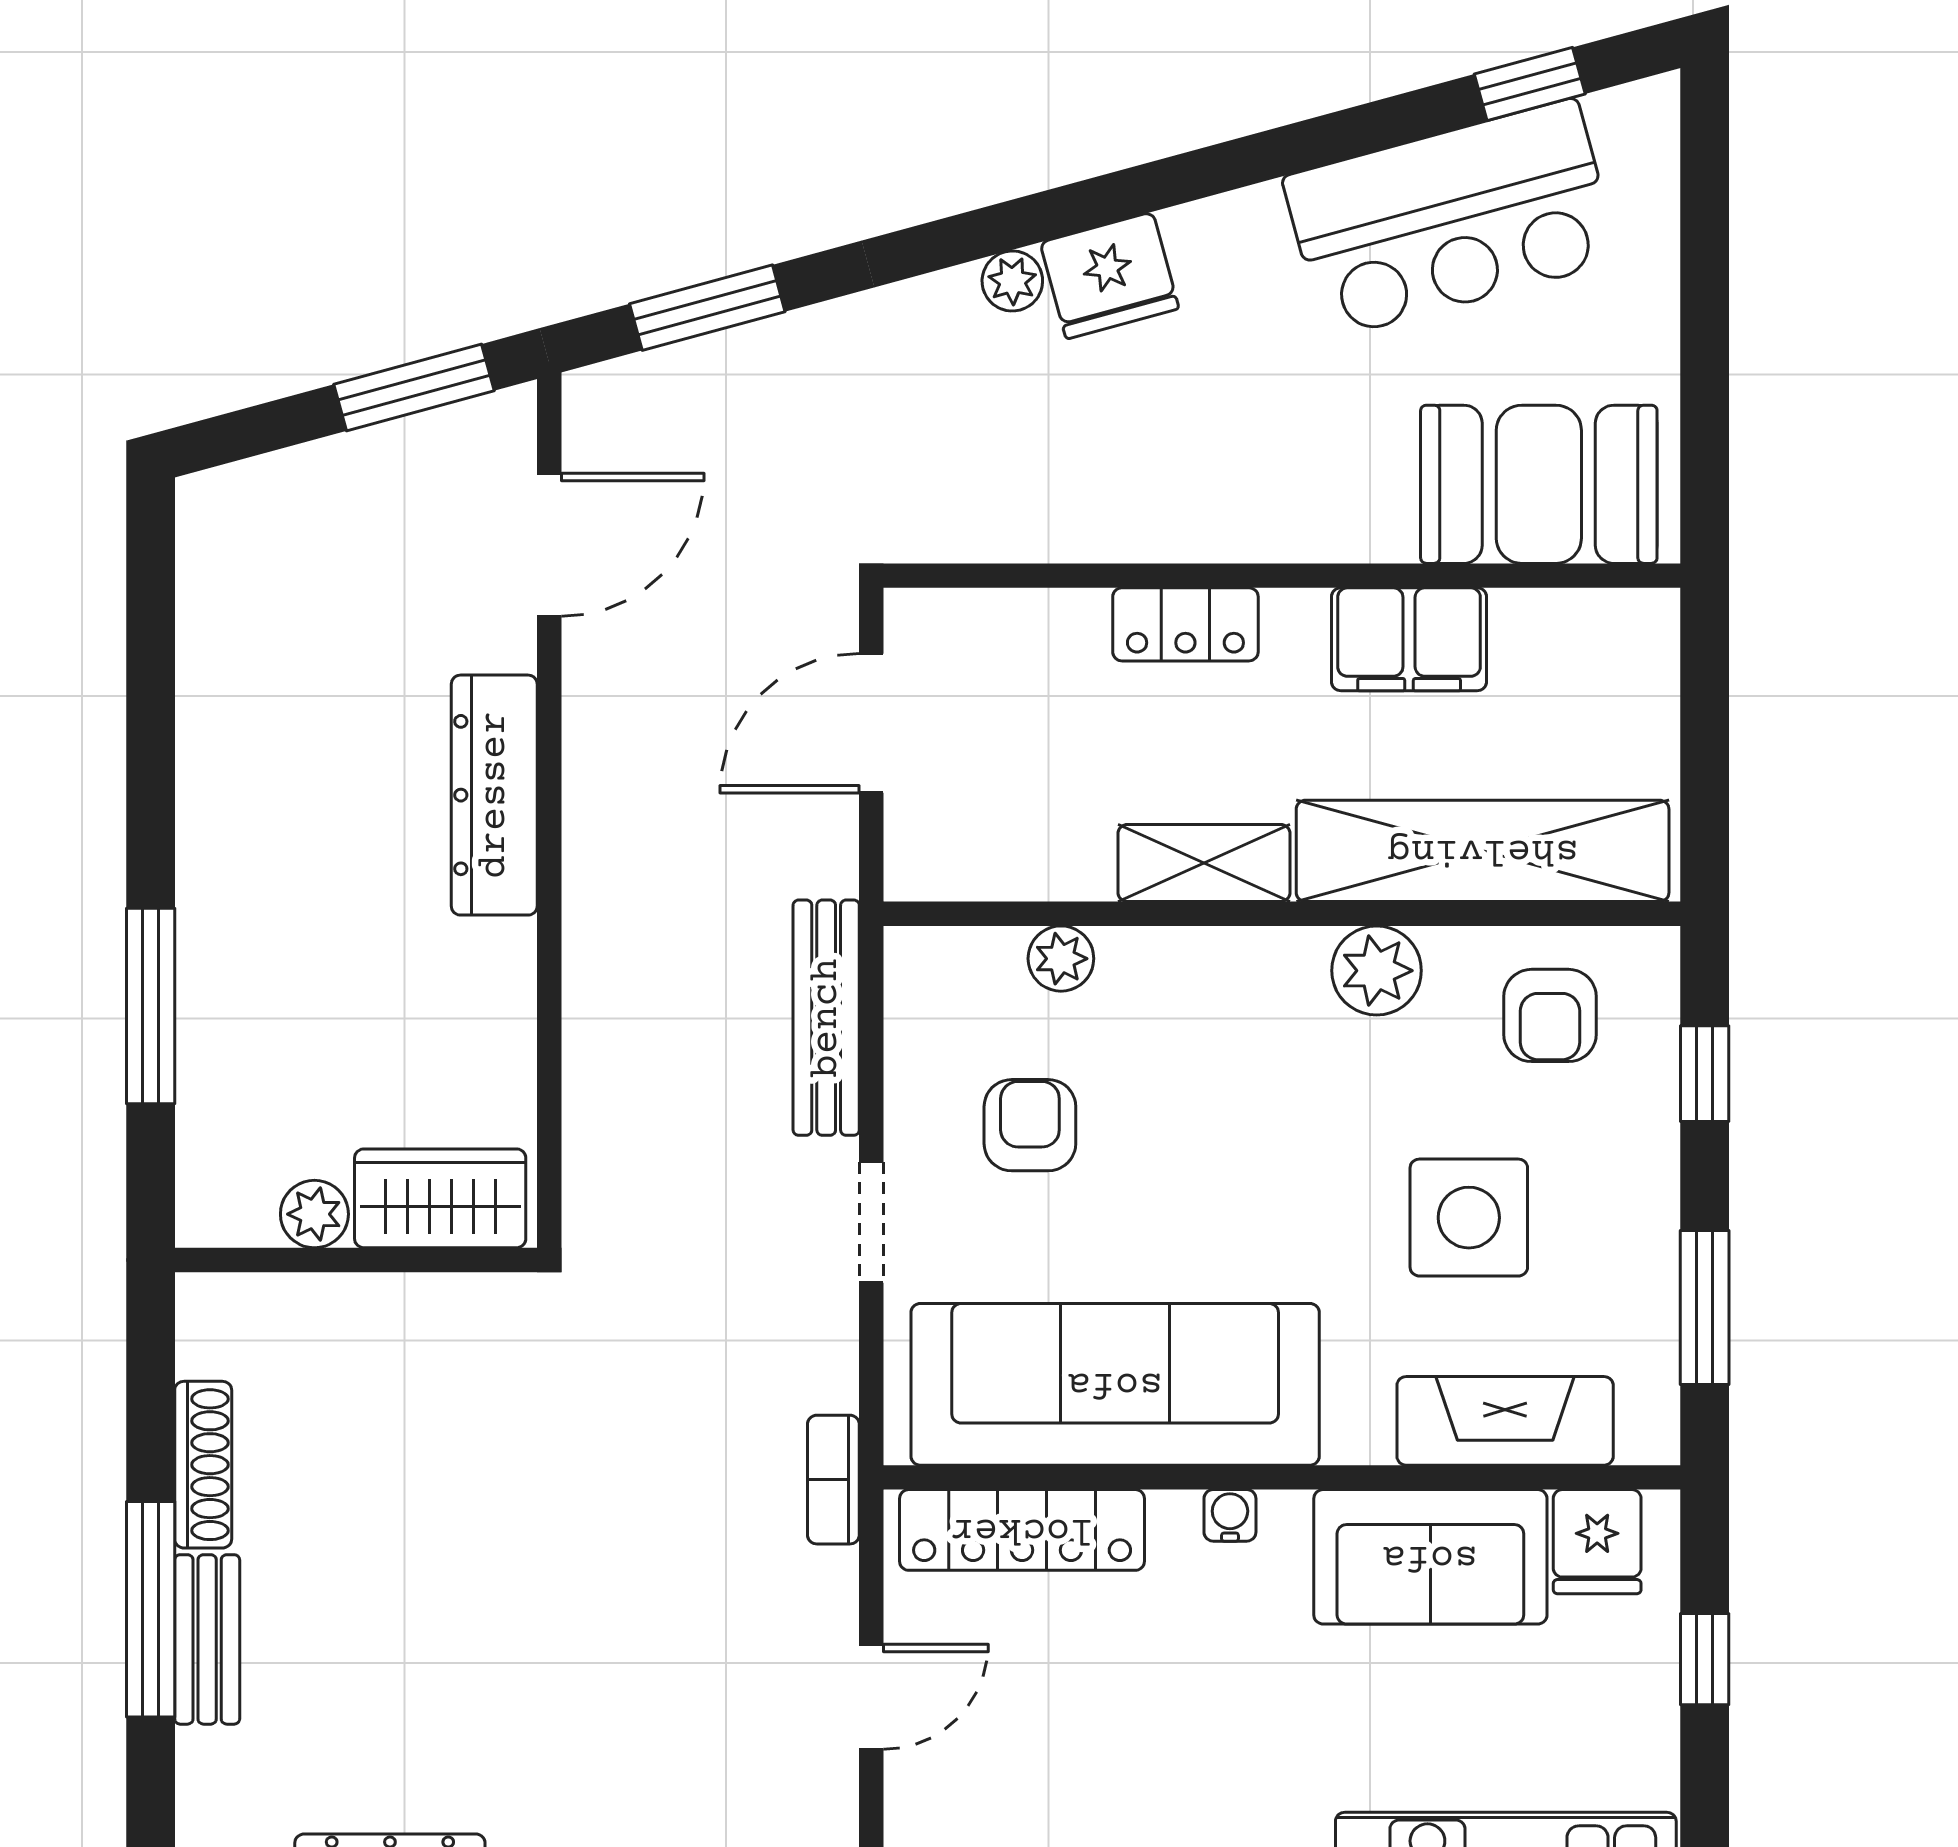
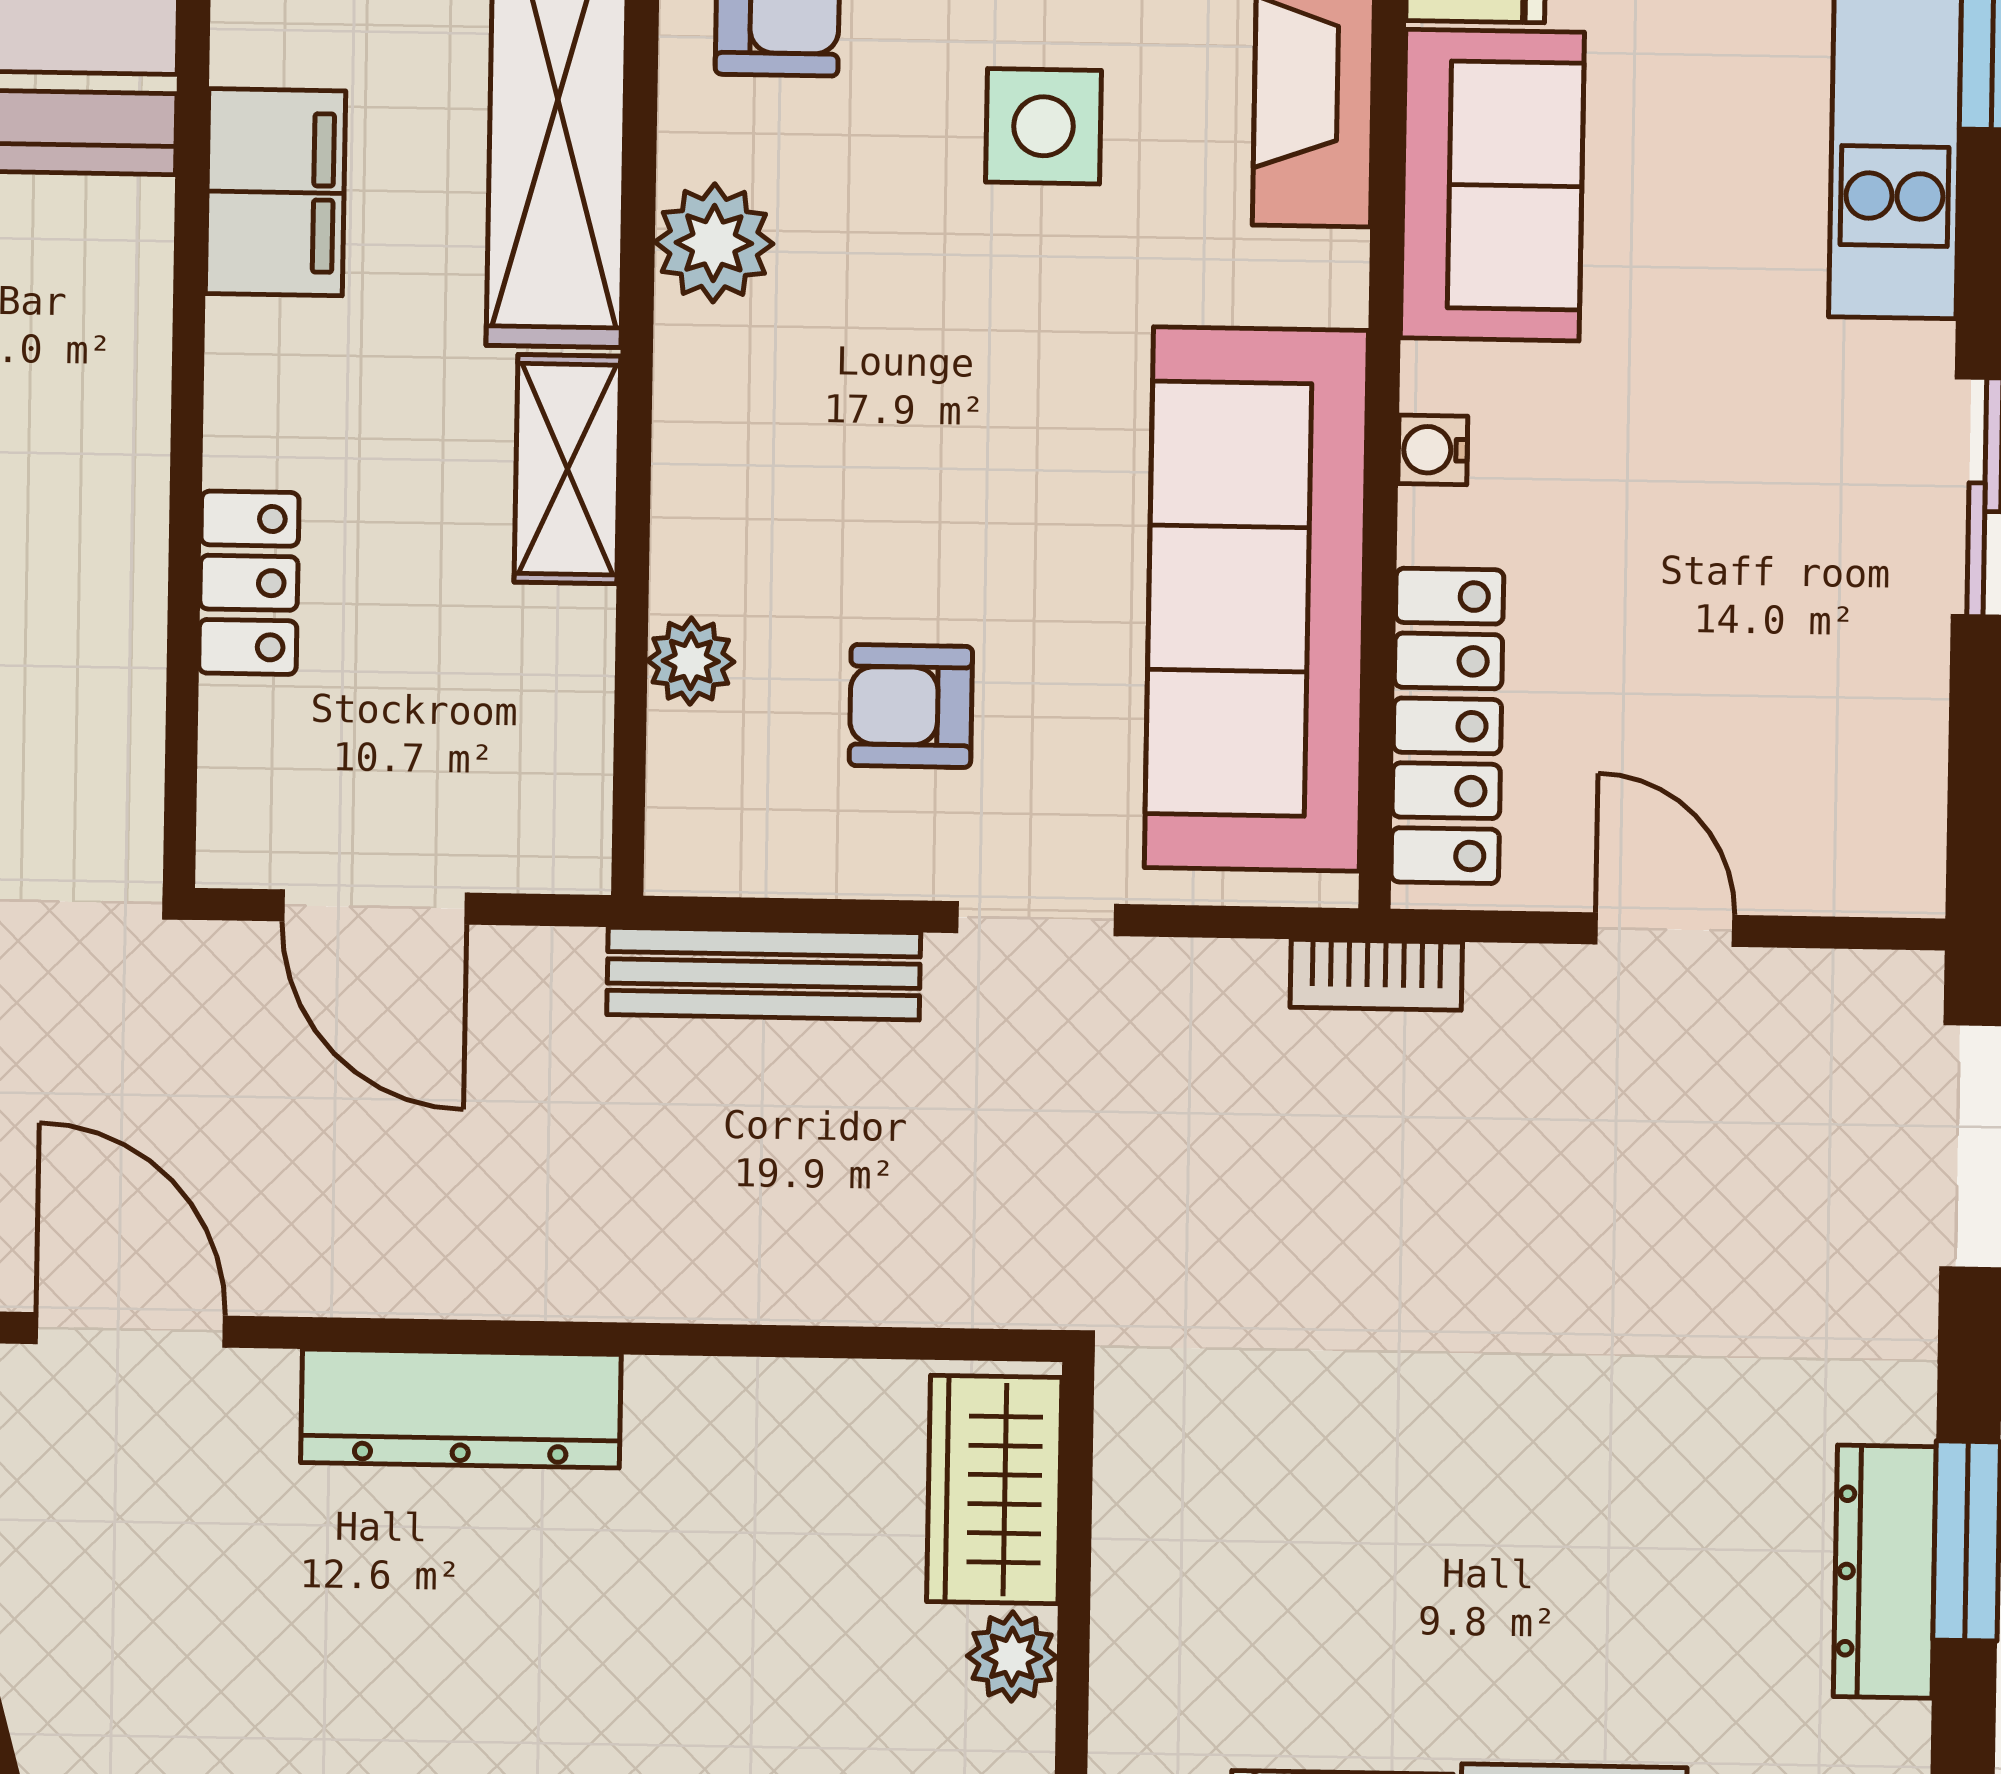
locker: (1185, 624) -> (249, 583), moved
side table: (1469, 1218) -> (1043, 126), width x0.73, depth x0.73

